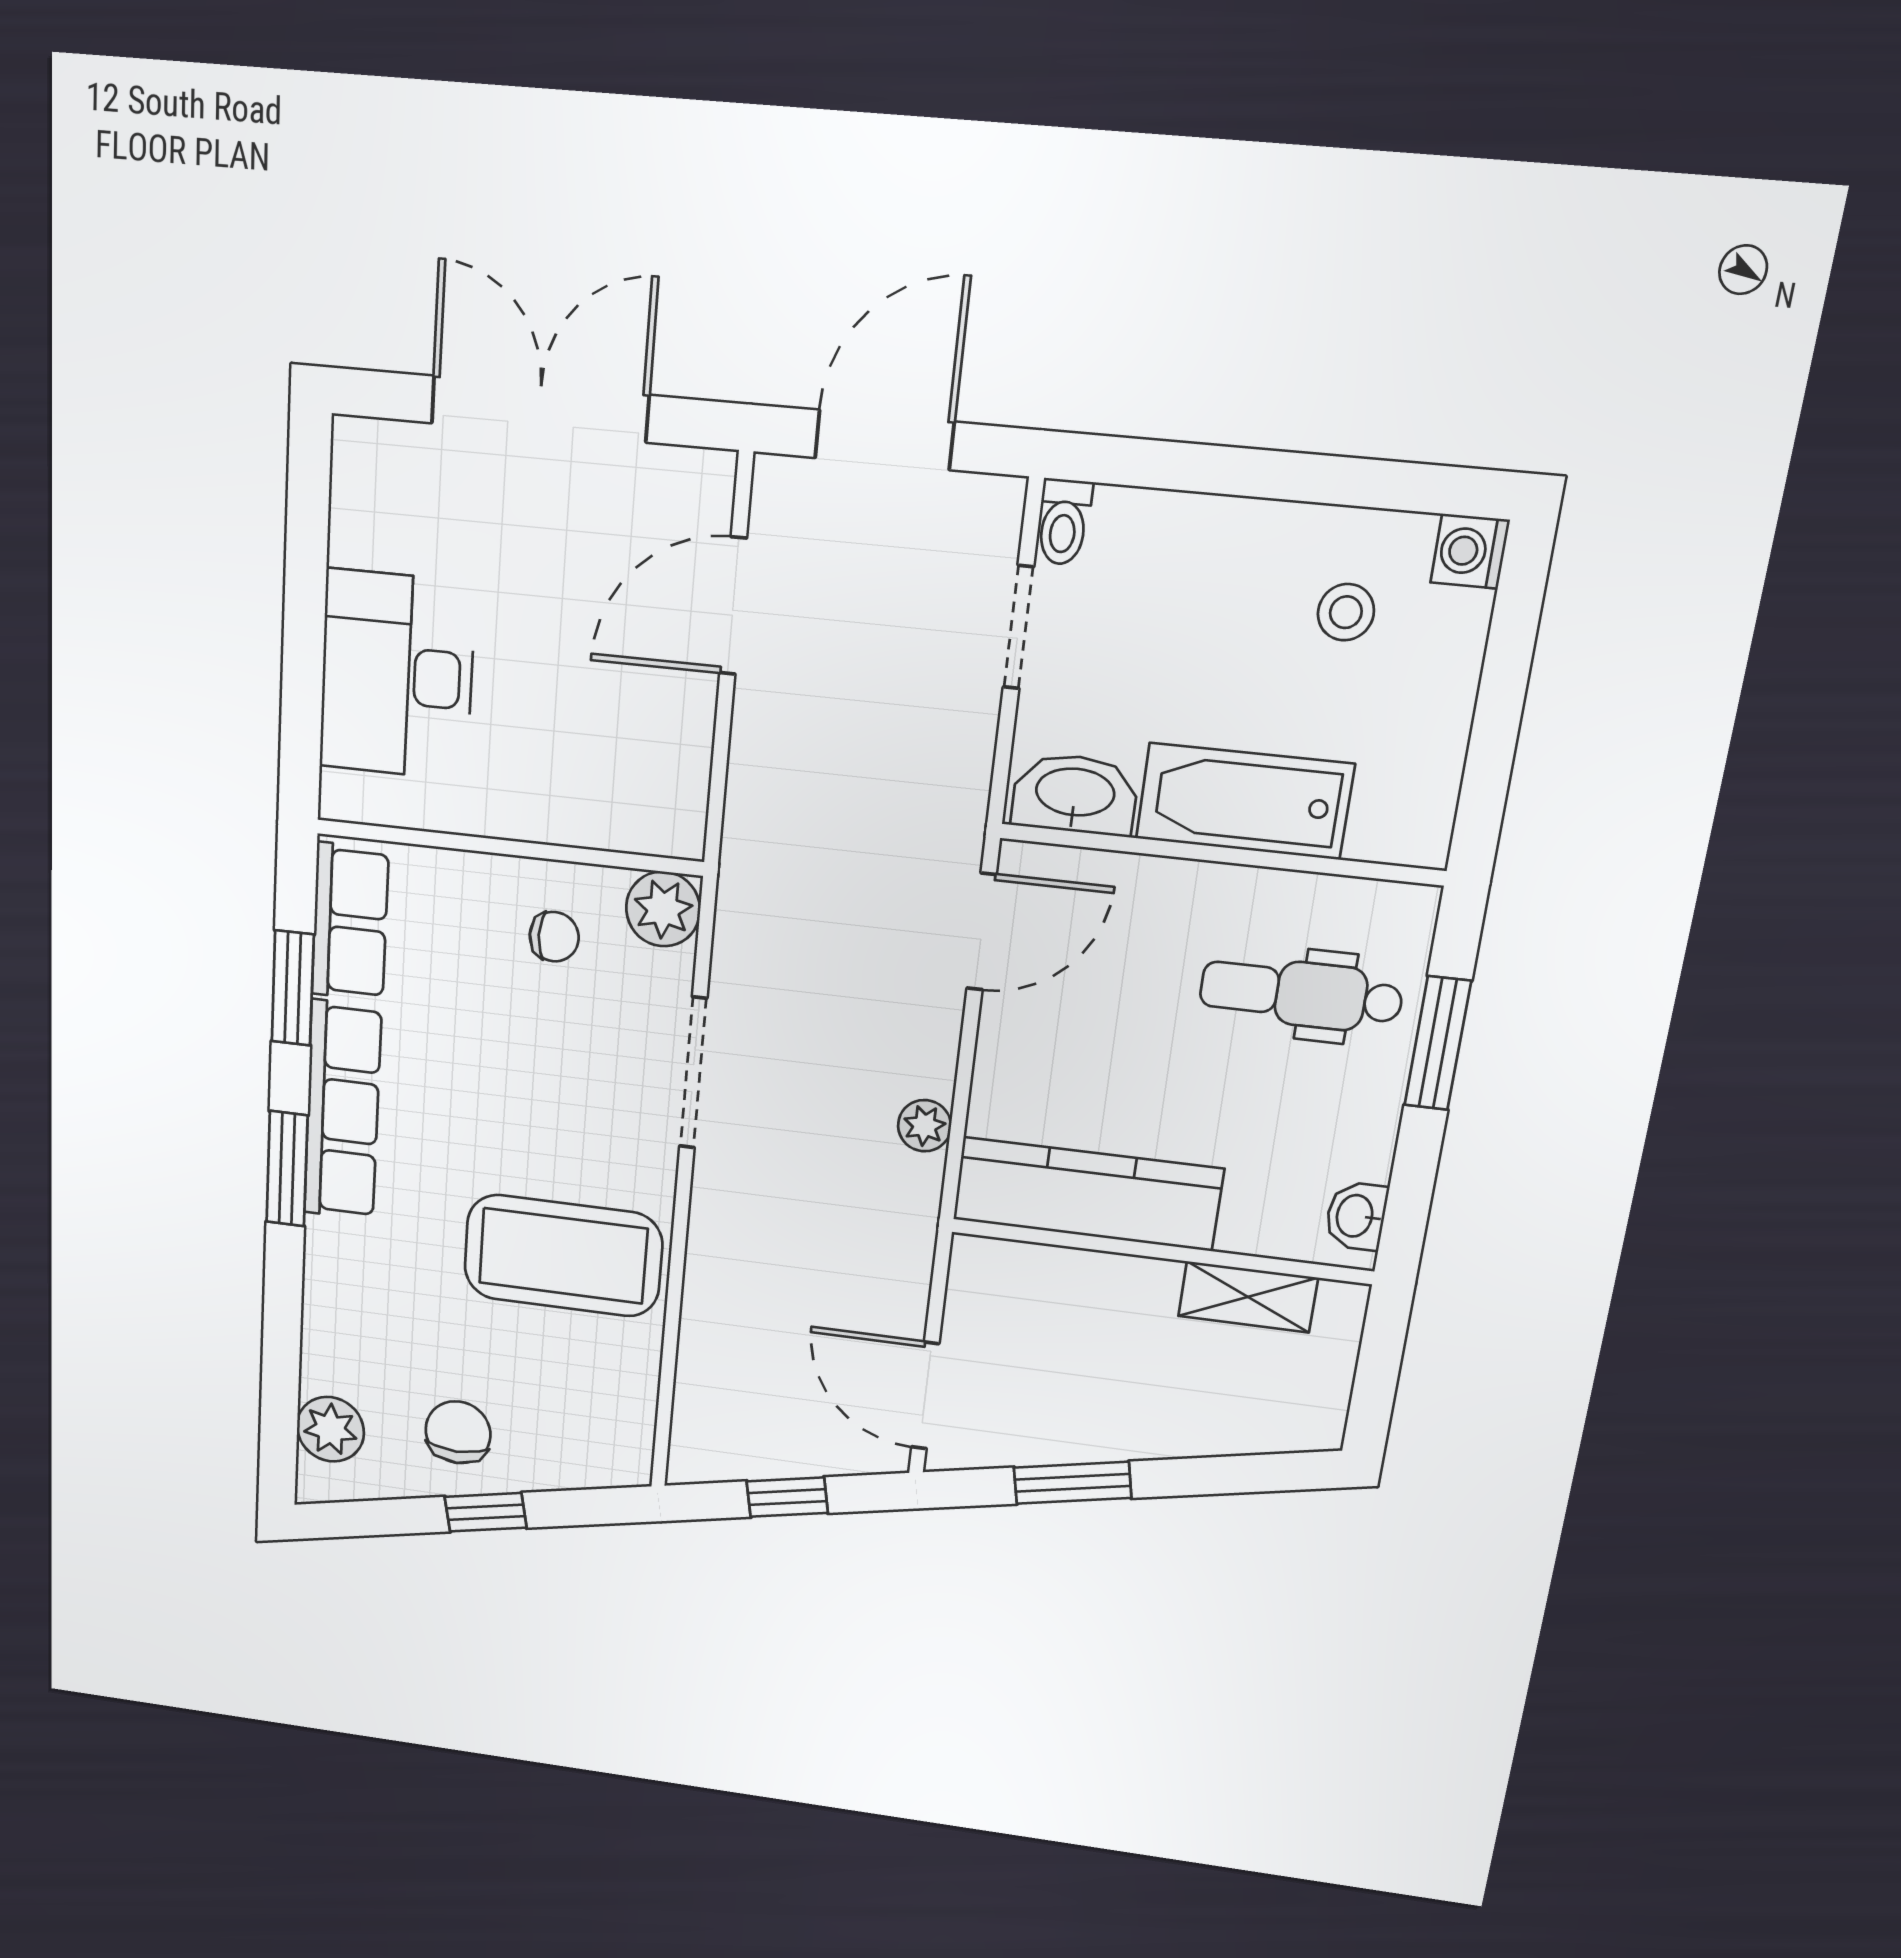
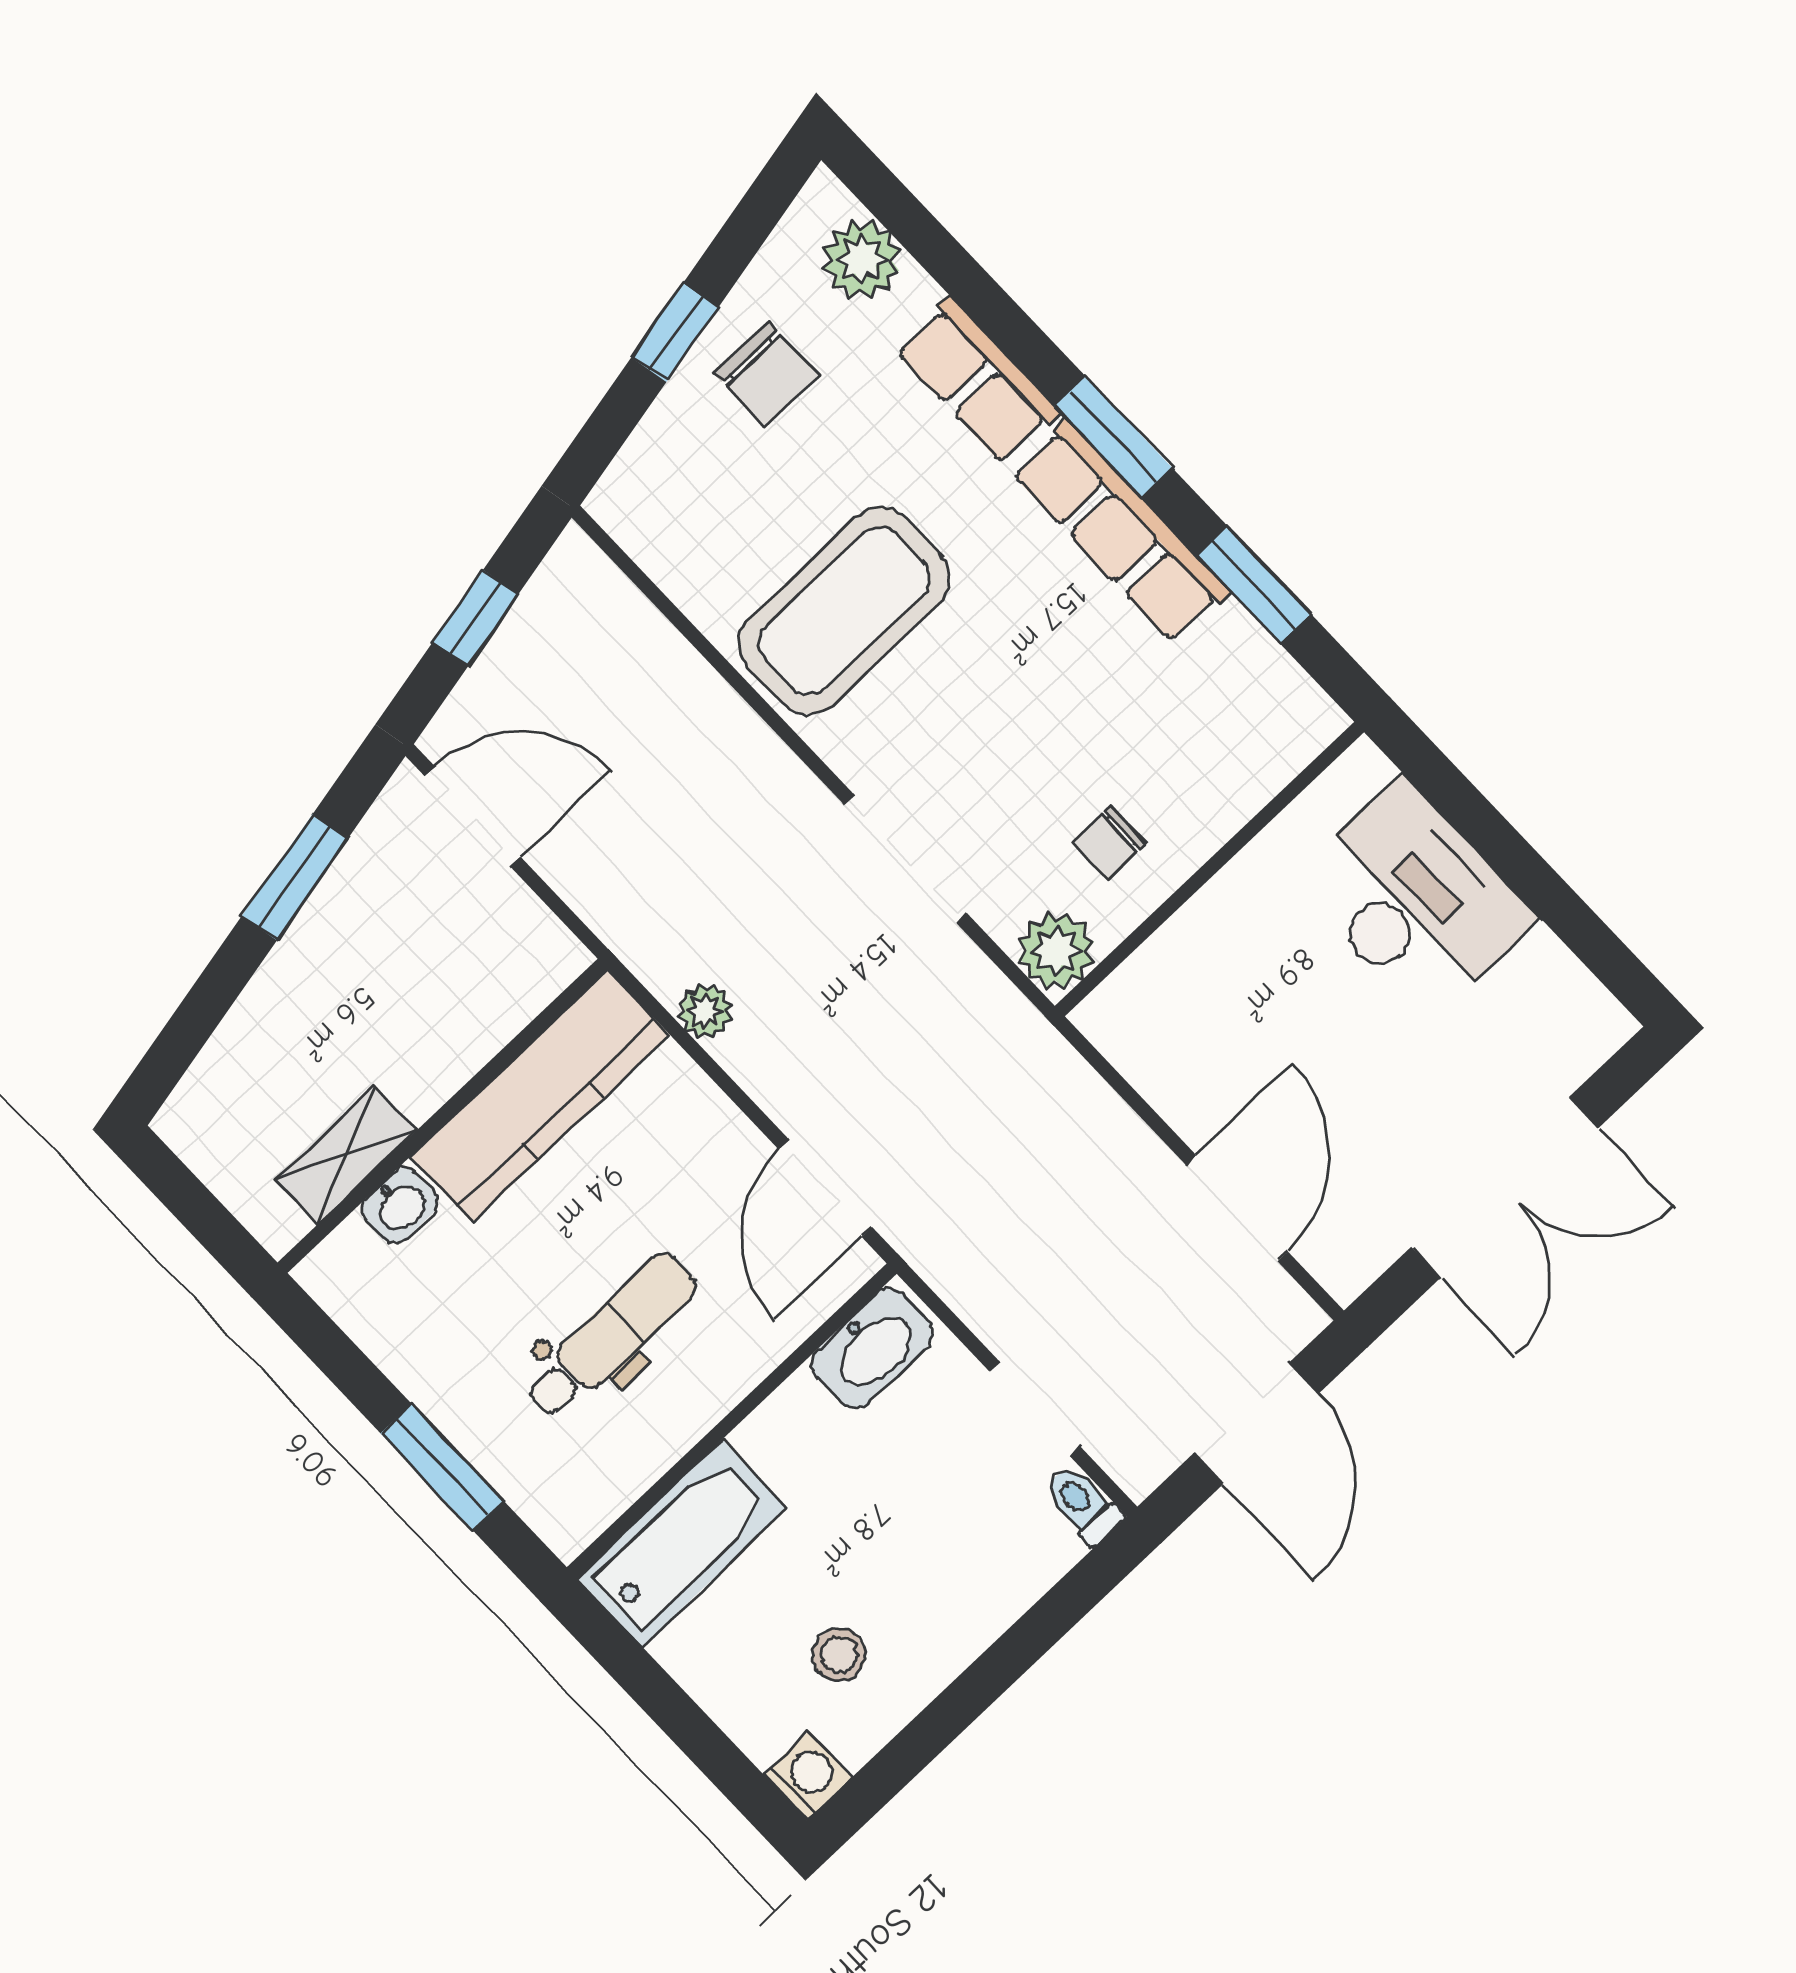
bathtub: (1245, 801) -> (682, 1543), moved
row of seats: (350, 922) -> (977, 381), moved
dental chair: (1301, 994) -> (611, 1336), moved
washbasin: (1356, 1216) -> (400, 1205), moved, turned 90

